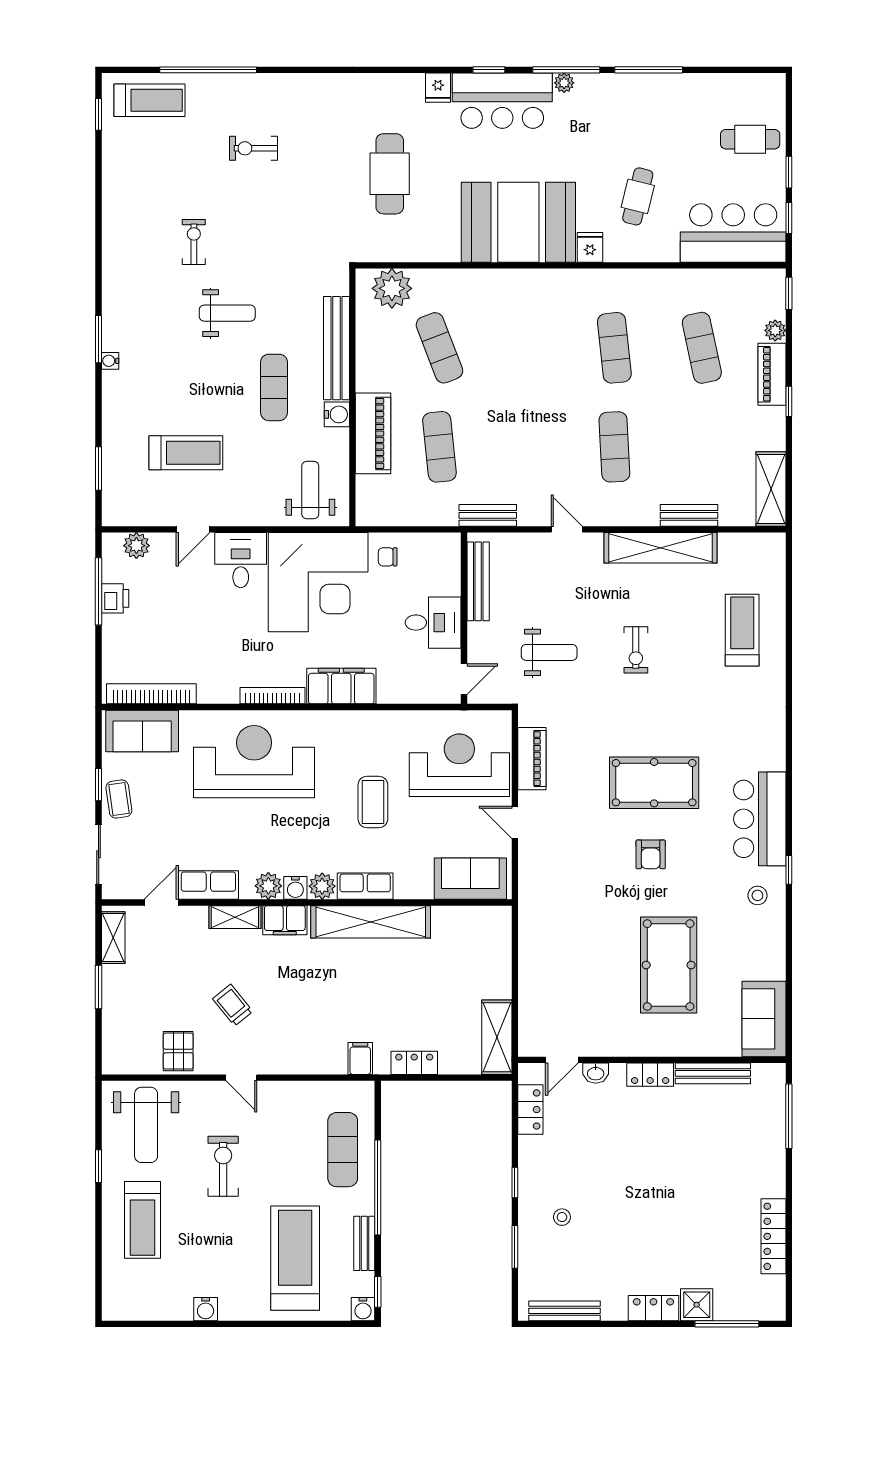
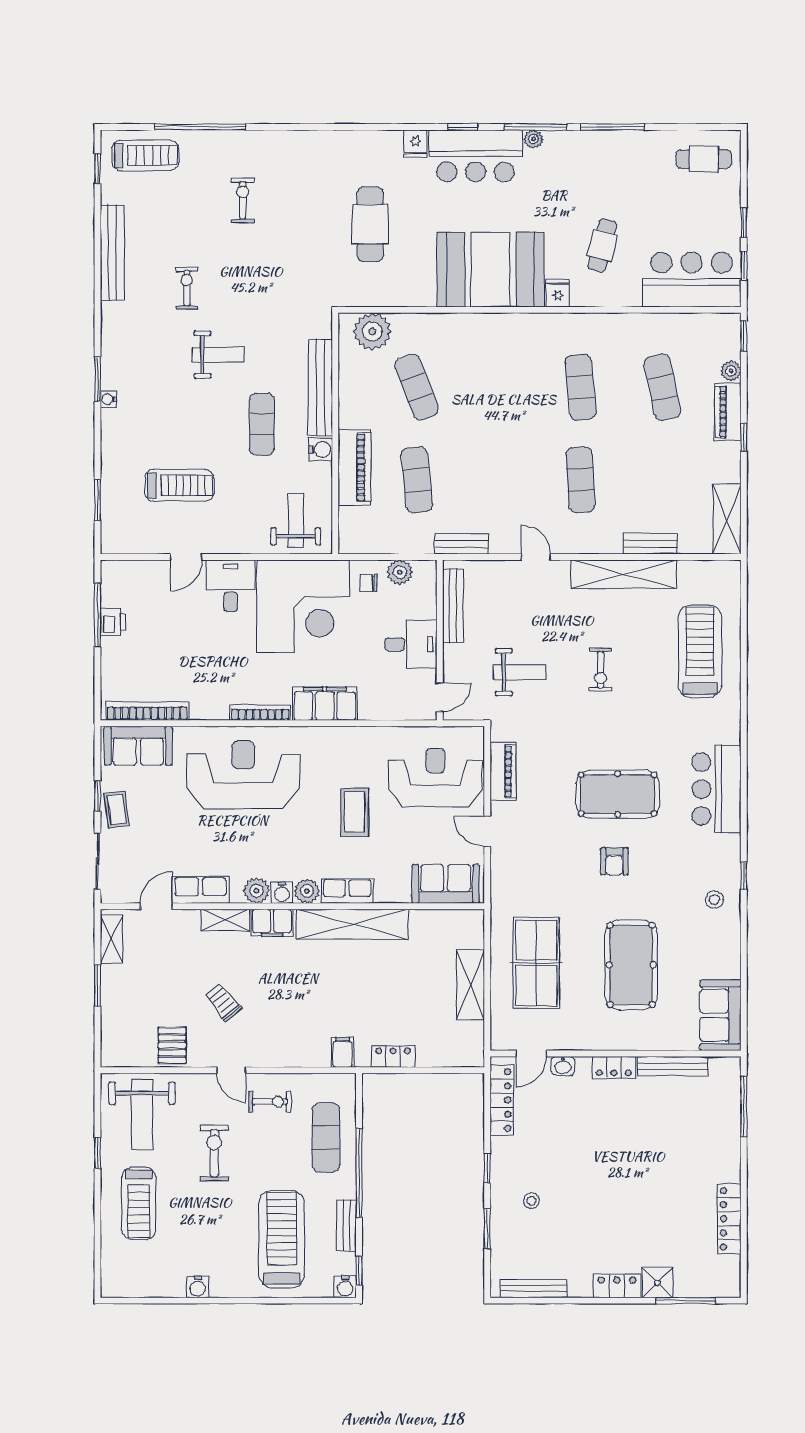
cafe table: (750, 139) -> (704, 159), moved
exercise bike: (254, 148) -> (243, 200), turned 90
bench: (114, 204) -> (112, 253), added
plant: (136, 546) -> (400, 572), moved
treadmill: (742, 630) -> (700, 651), width x1.37, depth x1.38
bar counter: (760, 819) -> (717, 789), moved
table tennis table: (567, 963) -> (536, 963), added
shelving: (497, 1037) -> (470, 985), moved
locker: (530, 1109) -> (502, 1100), width x1.53
exercise bike: (283, 1111) -> (270, 1102), added

